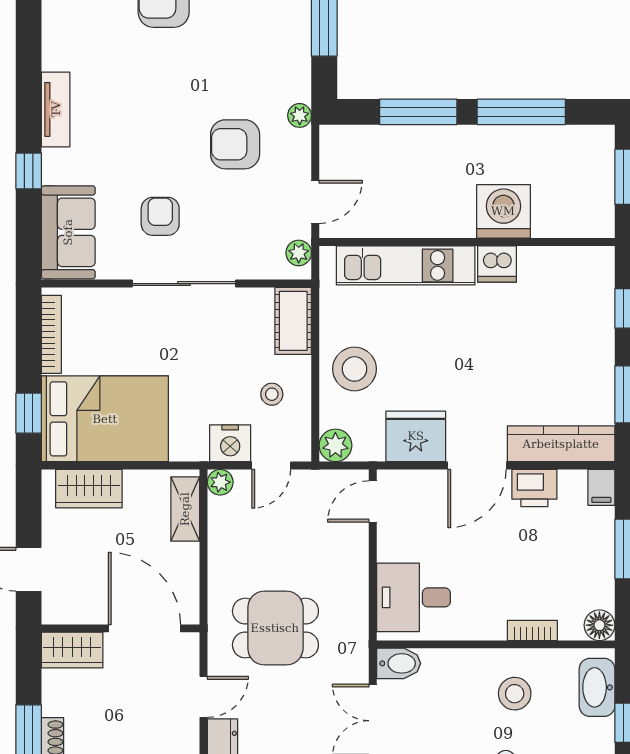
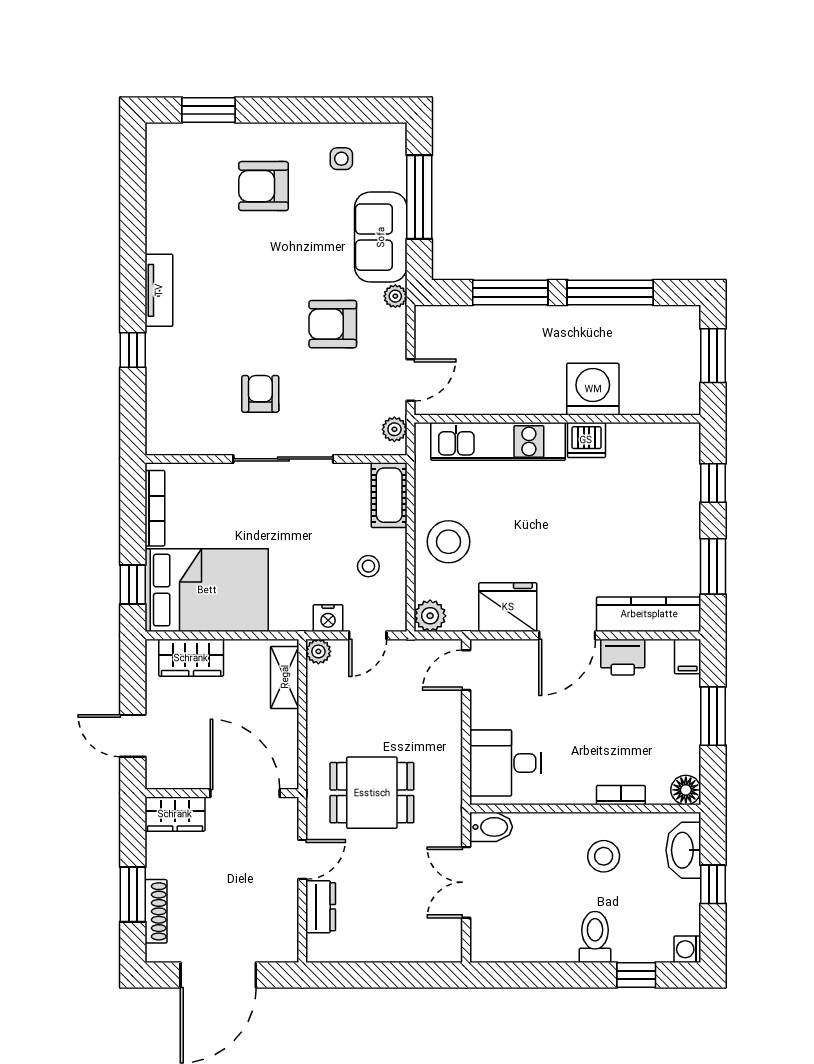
sofa: (68, 232) -> (381, 237), moved, turned 180
nightstand: (230, 443) -> (328, 618), width x0.74, depth x0.75

